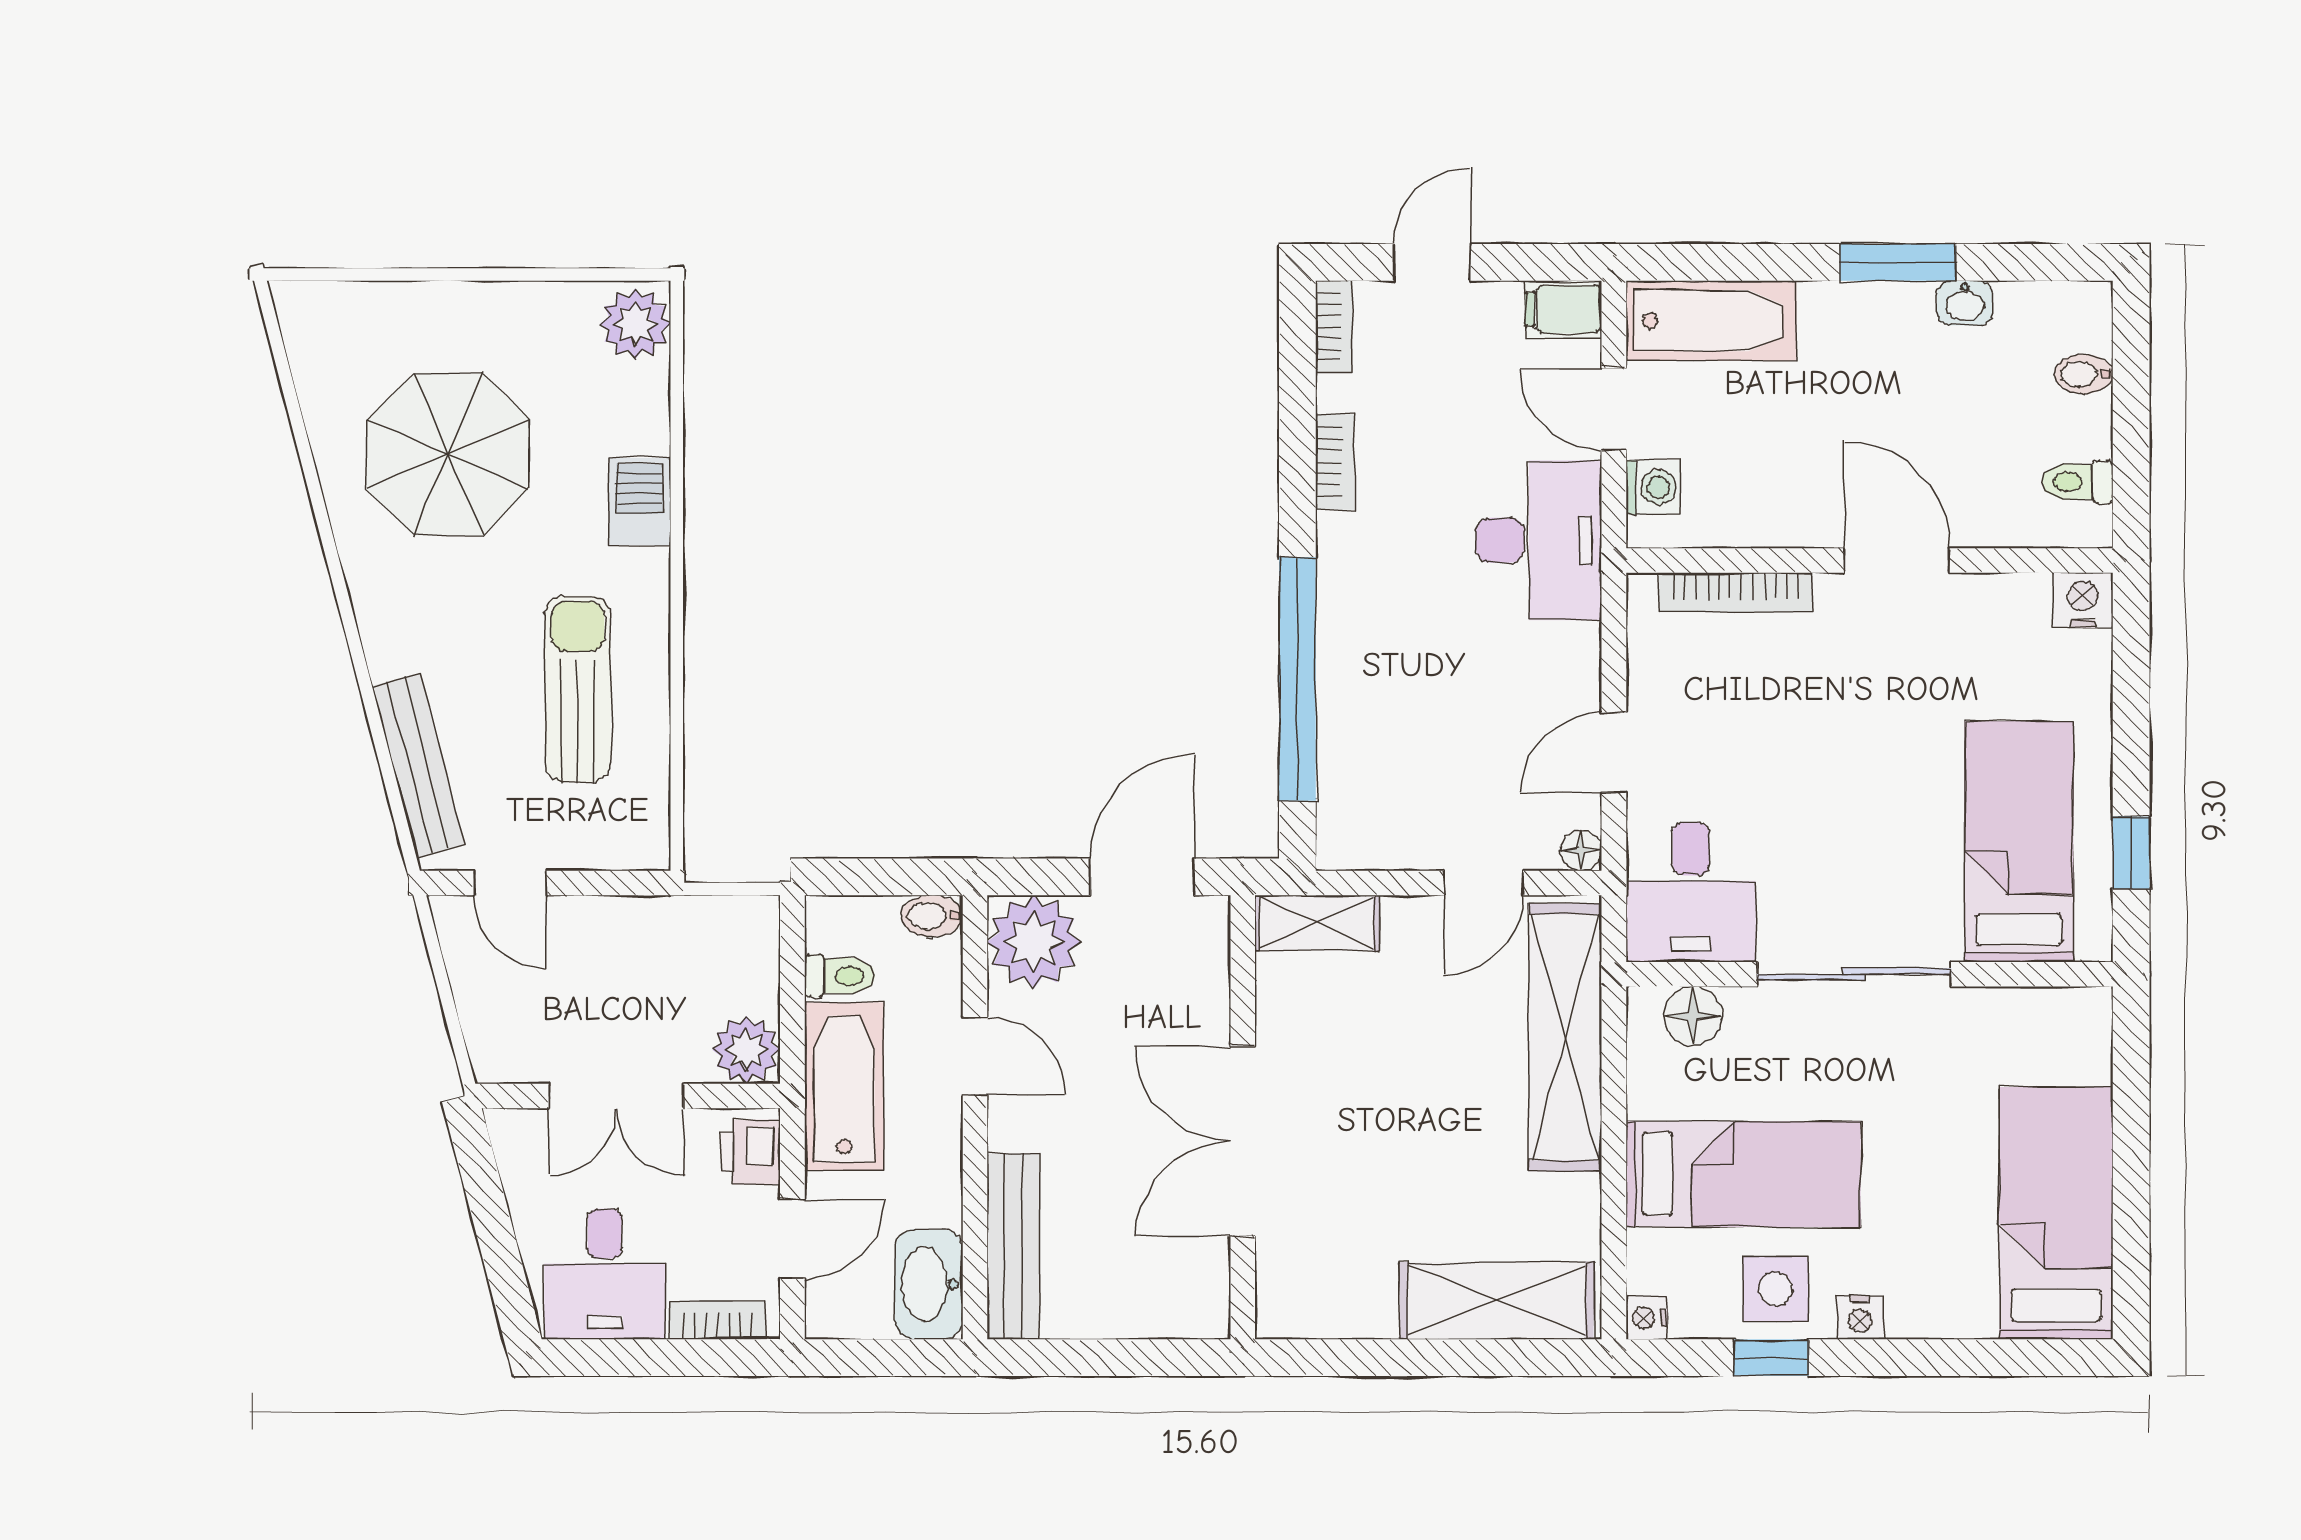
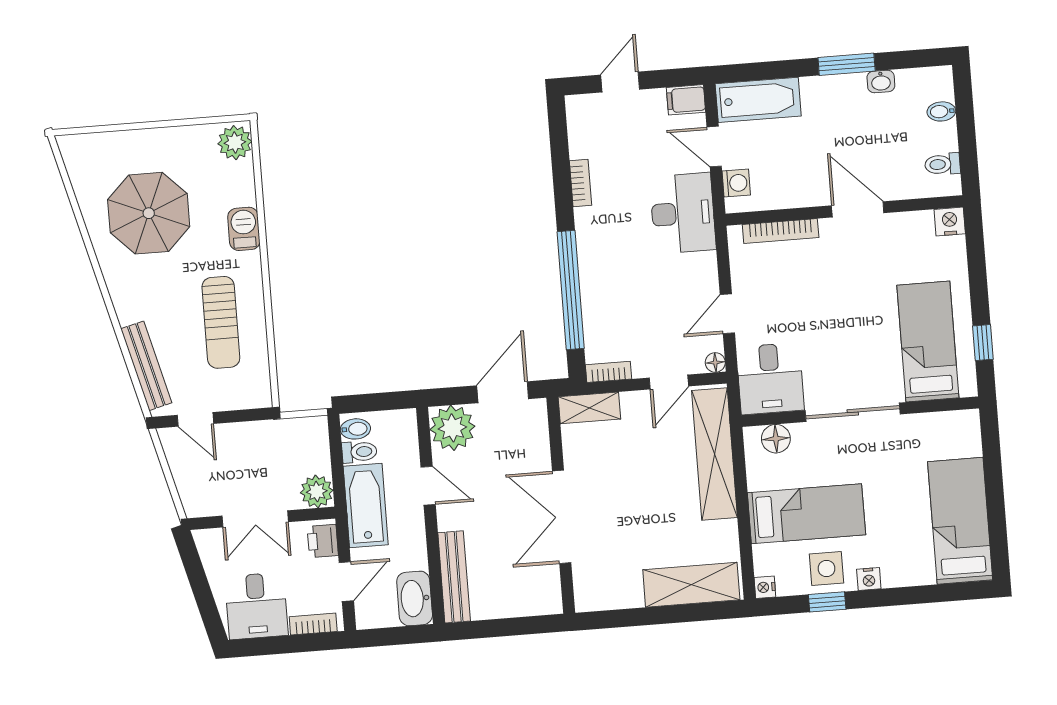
bookcase: (1334, 327) -> (608, 372), moved, turned -90
sun lounger: (578, 689) -> (221, 322), turned 180
bidet: (932, 916) -> (355, 429), moved, turned 180

